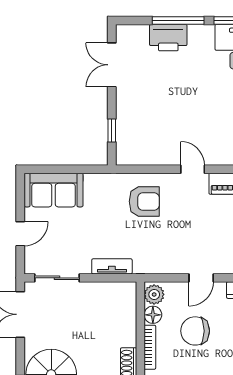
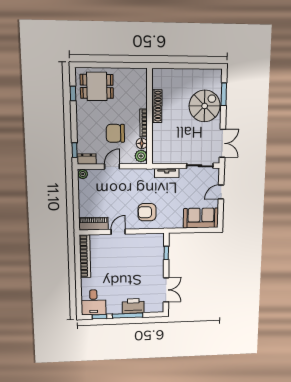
door: (193, 169) -> (118, 232), swing flipped
chair: (195, 331) -> (115, 133), turned 180

